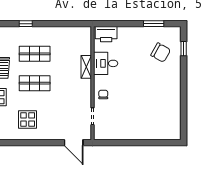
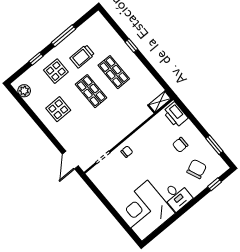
chair: (132, 50) -> (180, 145), added
chair: (161, 53) -> (197, 169), turned -142
desk: (106, 63) -> (177, 196), moved, turned 180
shelving: (86, 67) -> (160, 102), moved
corner desk: (159, 118) -> (145, 211), added

